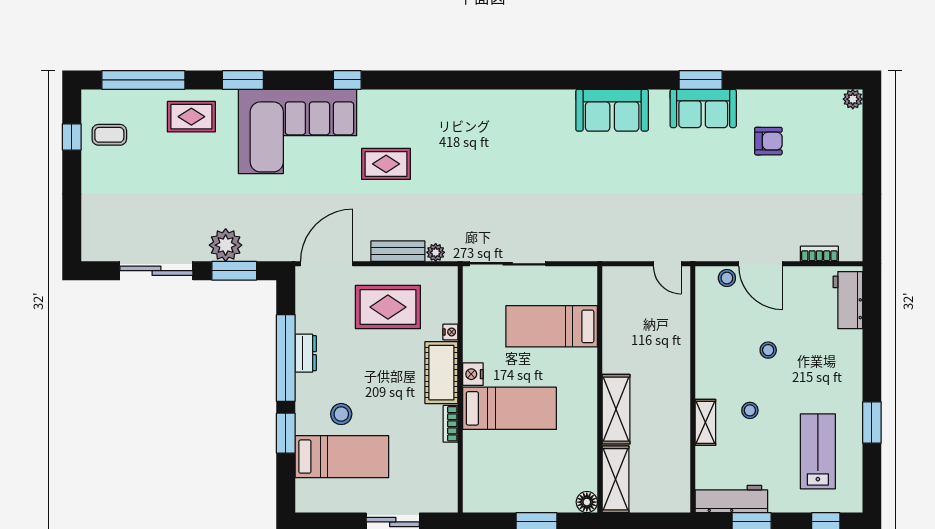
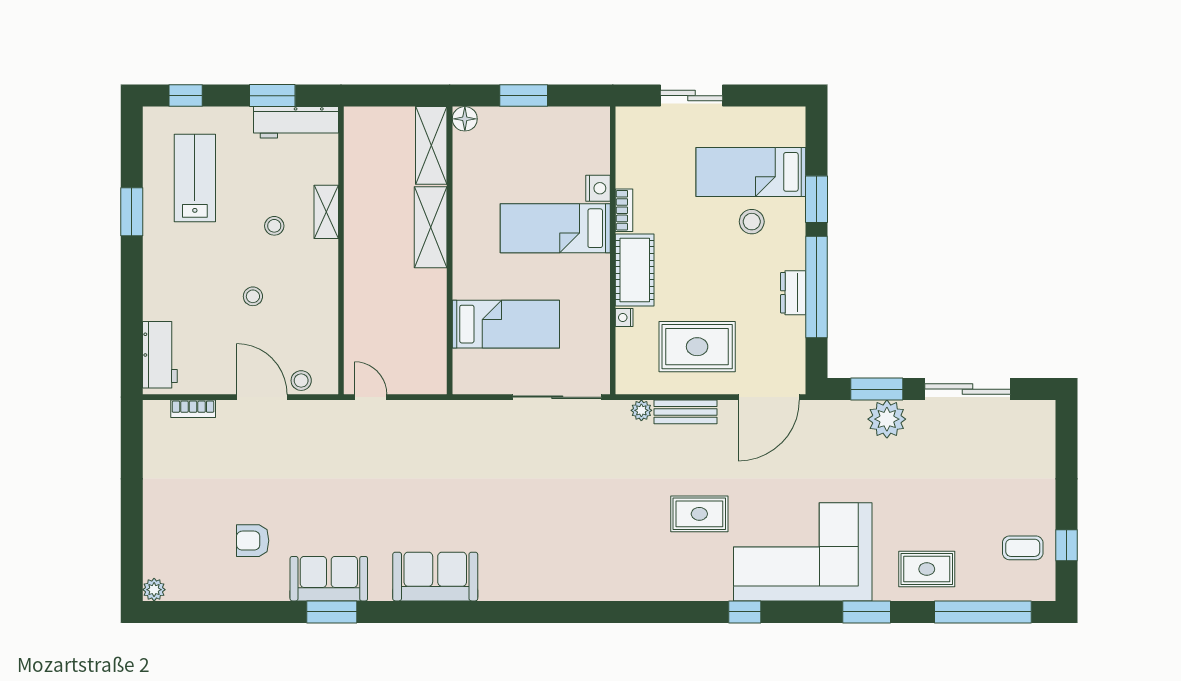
nightstand: (473, 374) -> (598, 188), moved
lab bench: (818, 451) -> (195, 178), turned 180

